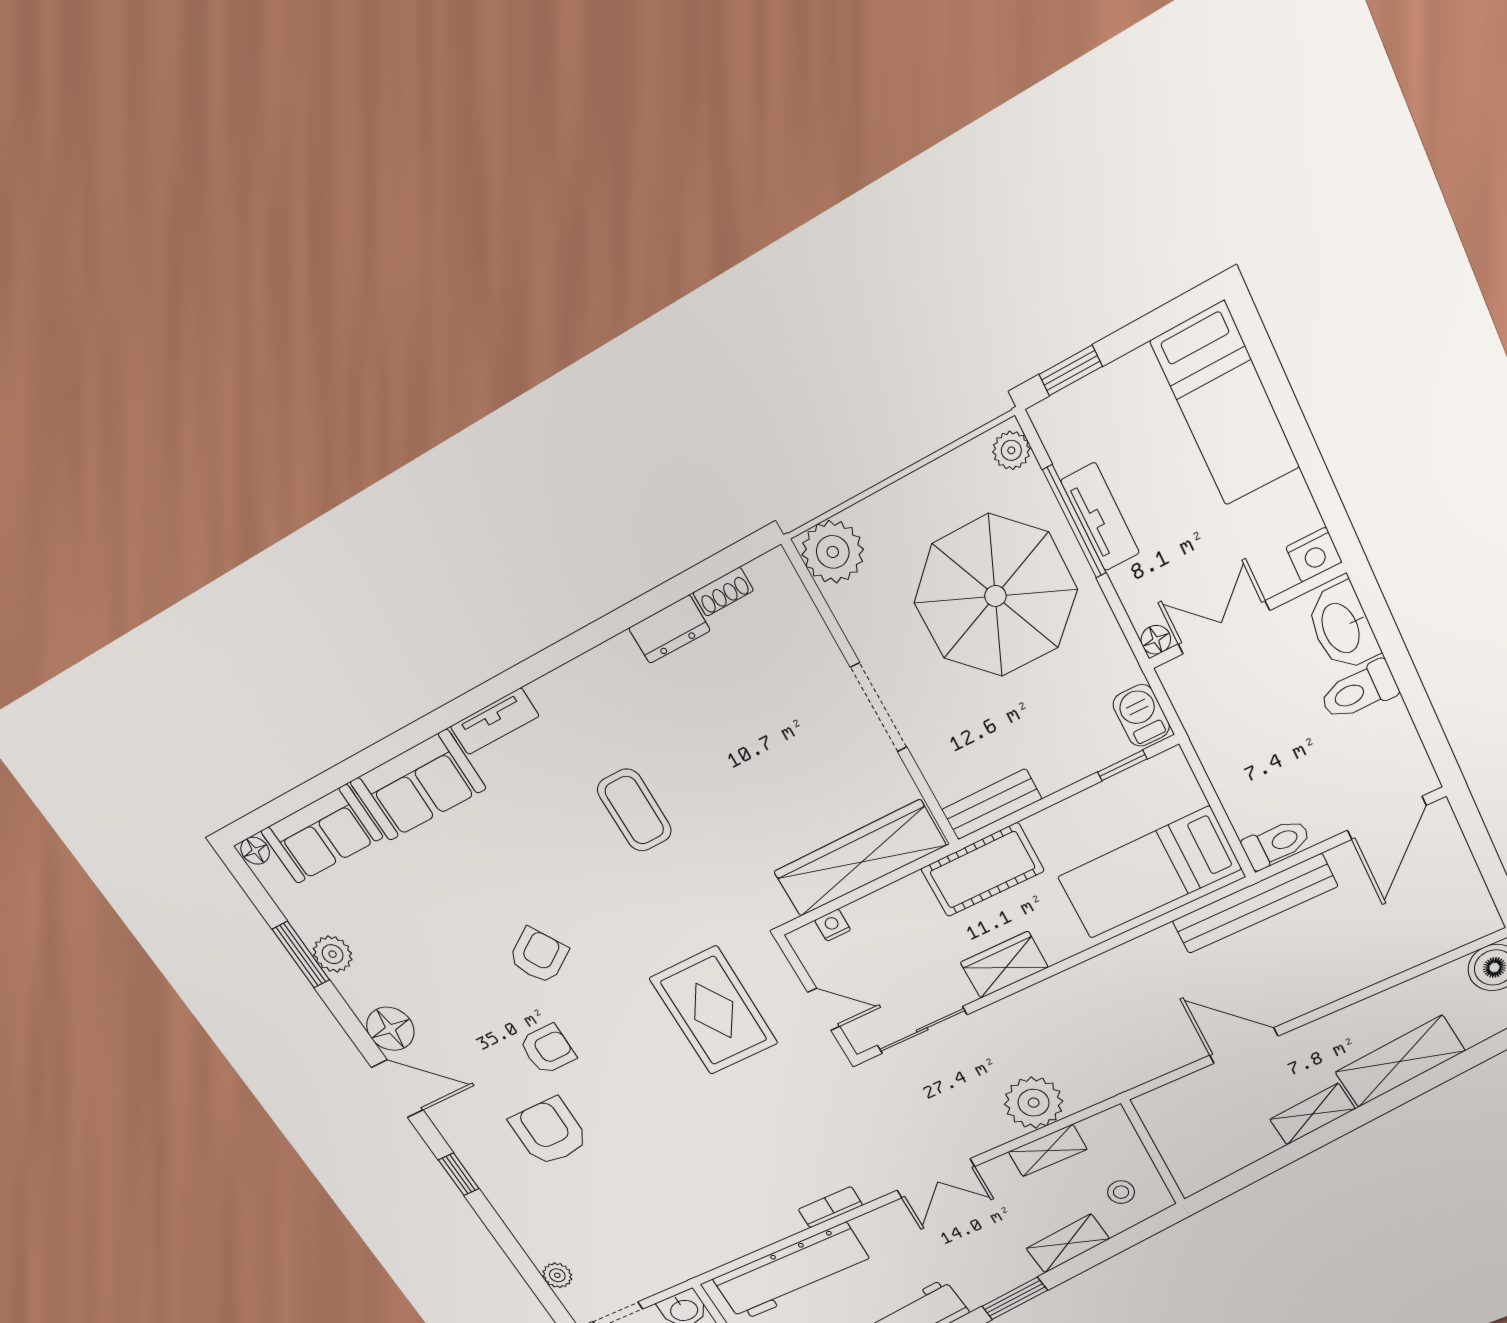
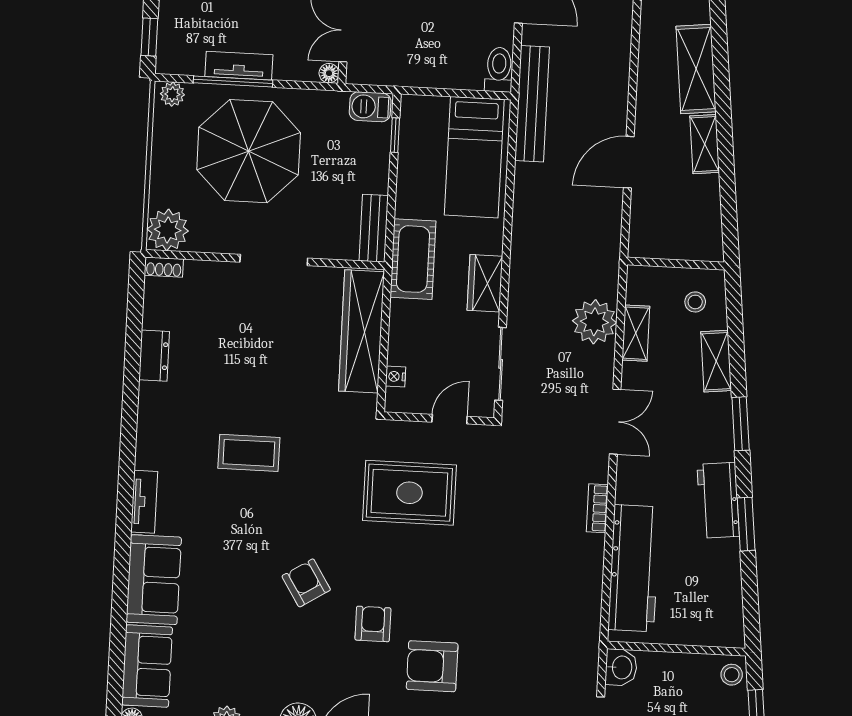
shoe rack: (723, 592) -> (164, 267), moved, turned 90

